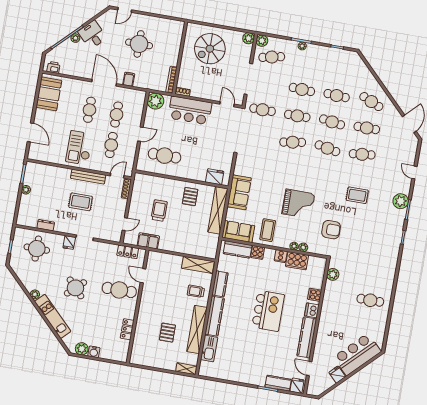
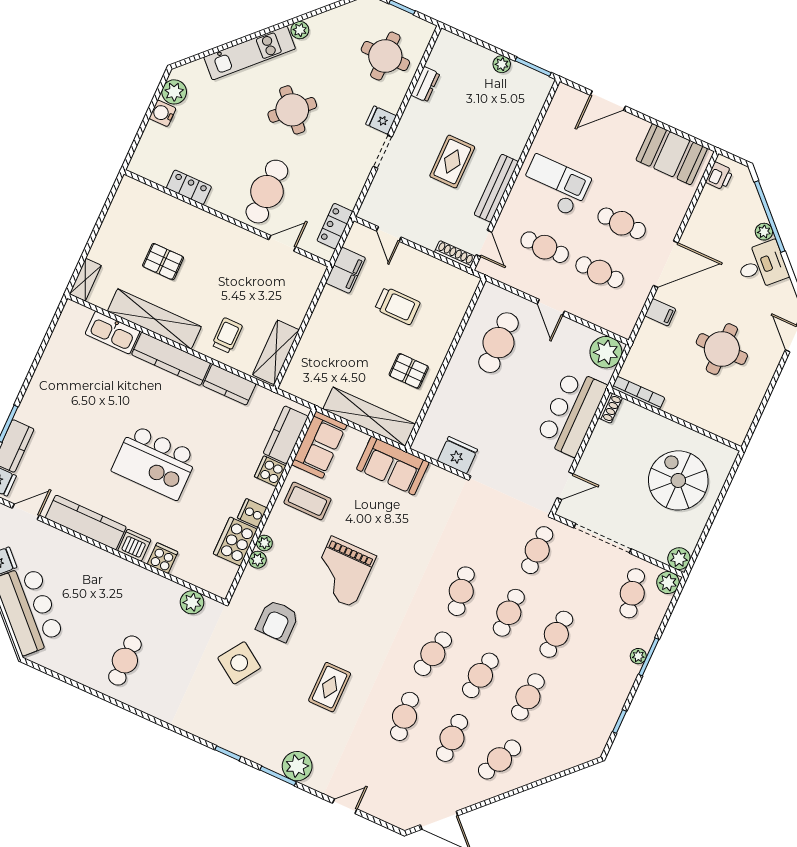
fridge: (215, 177) -> (458, 455), moved, turned -90
side table: (357, 243) -> (239, 663), added

